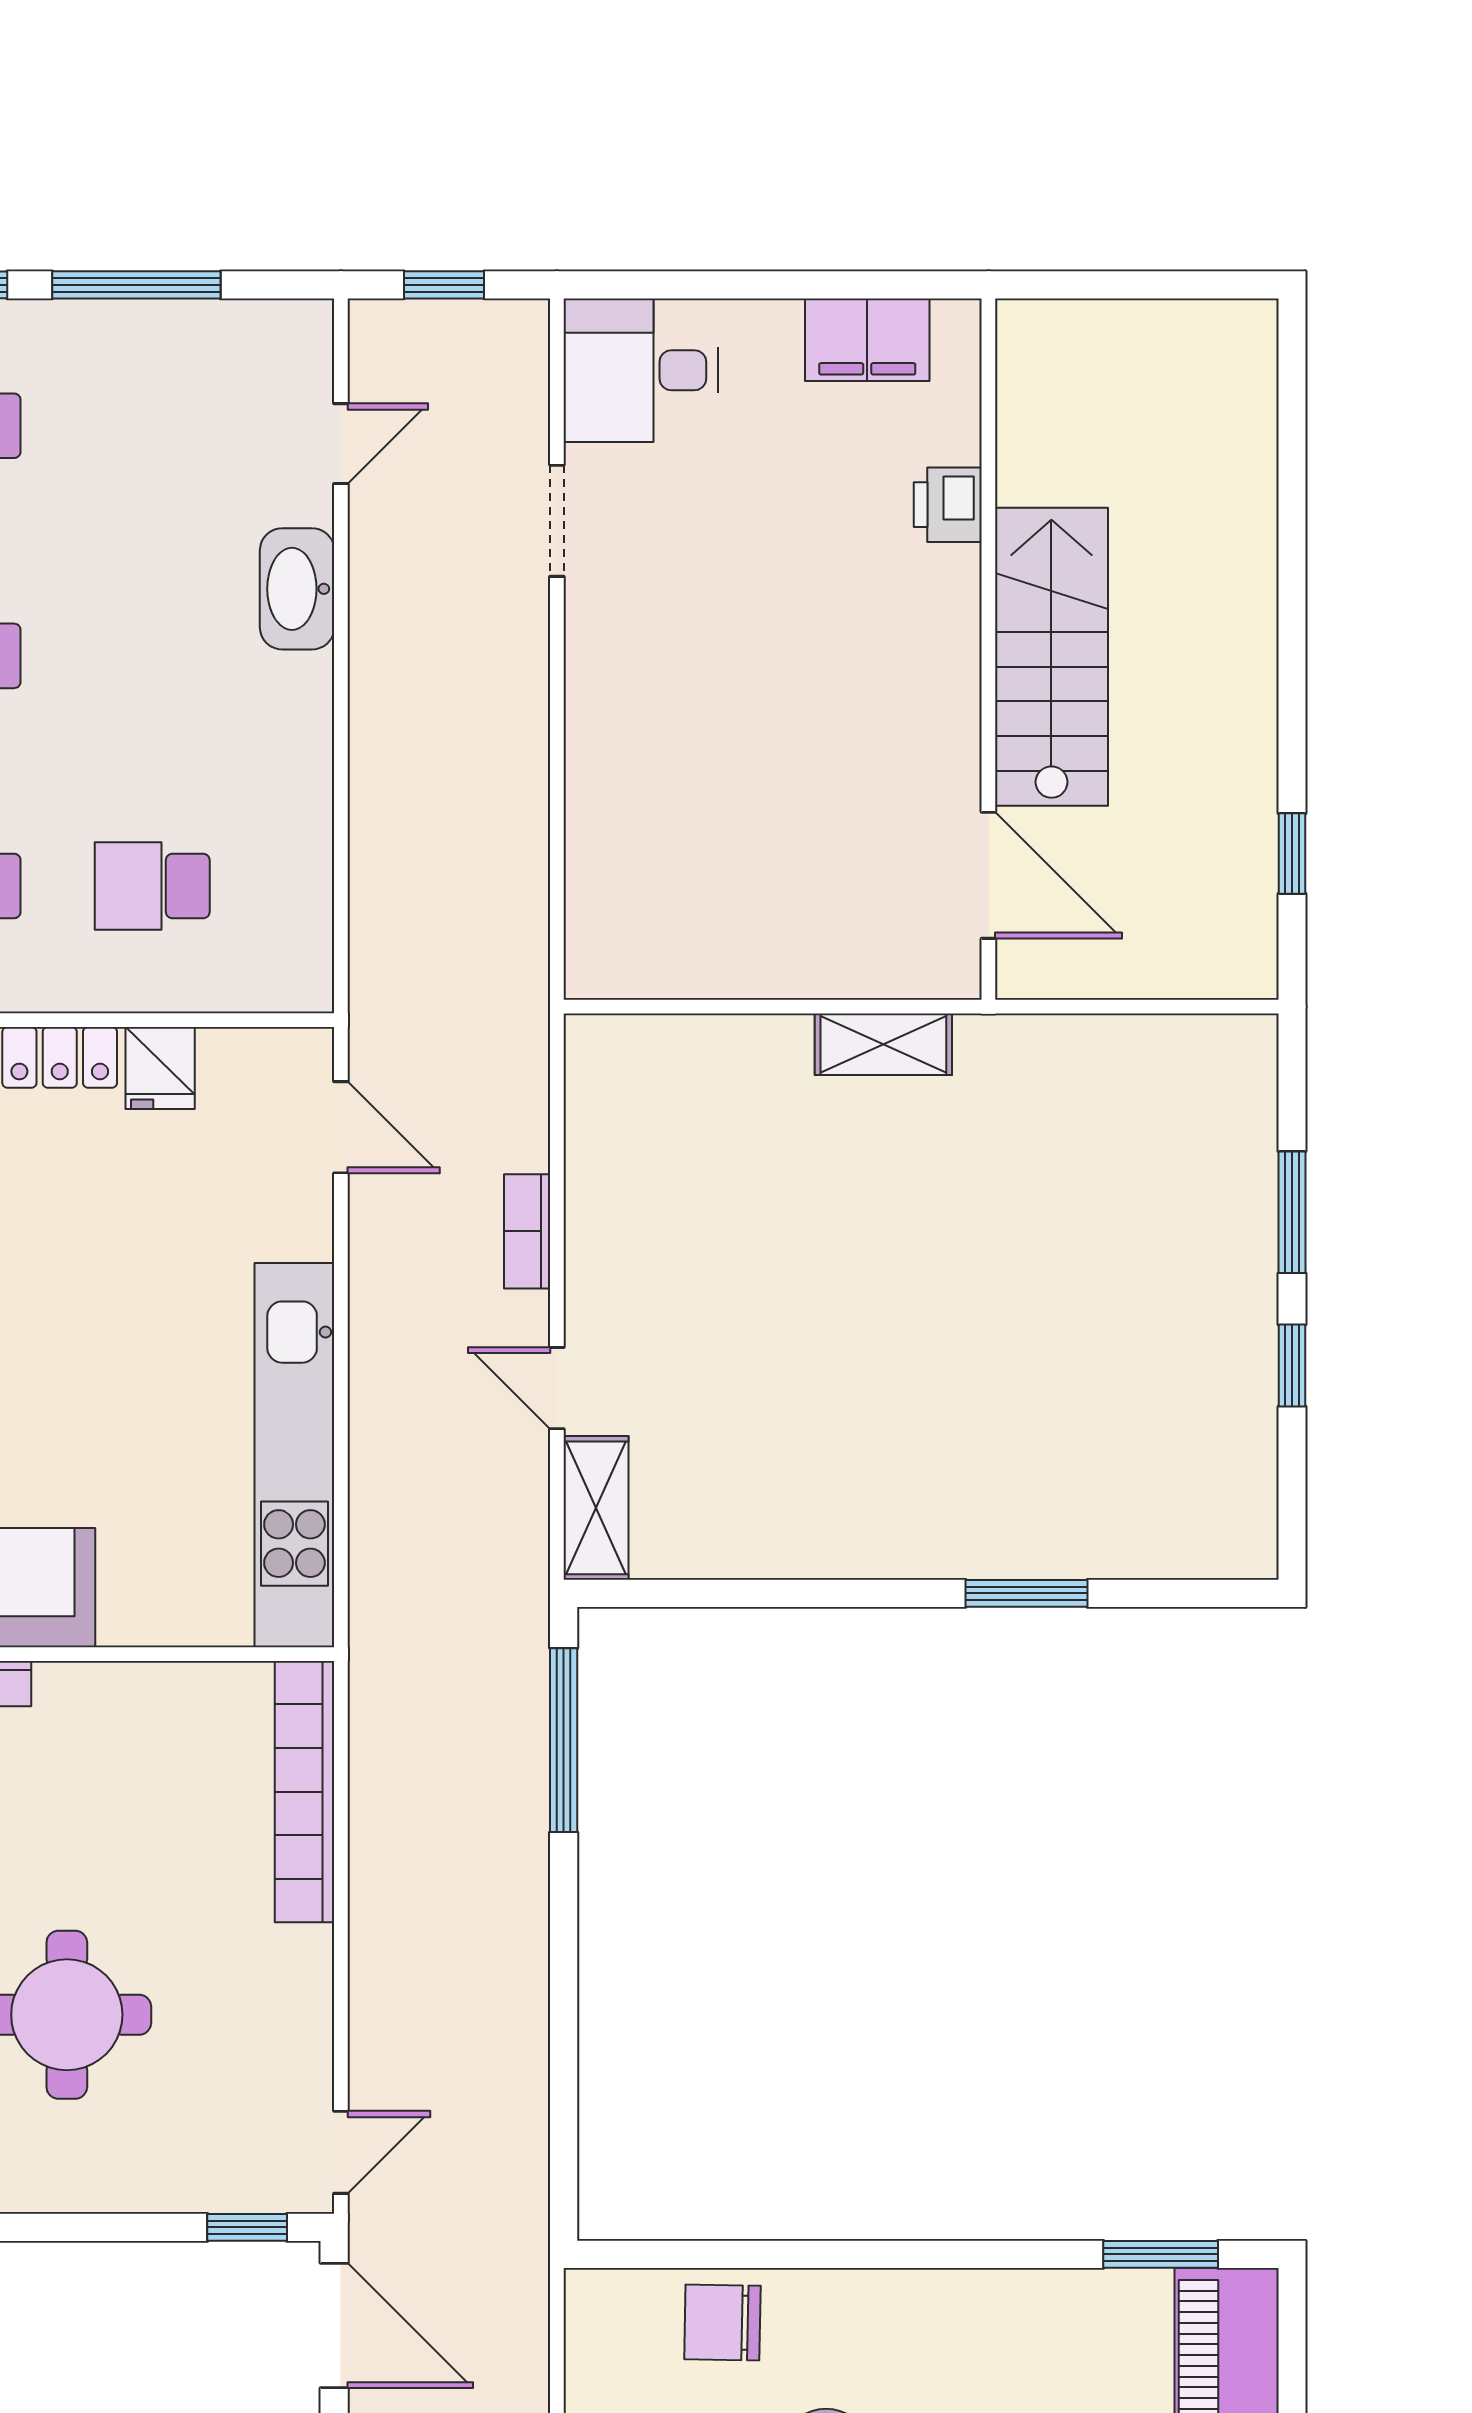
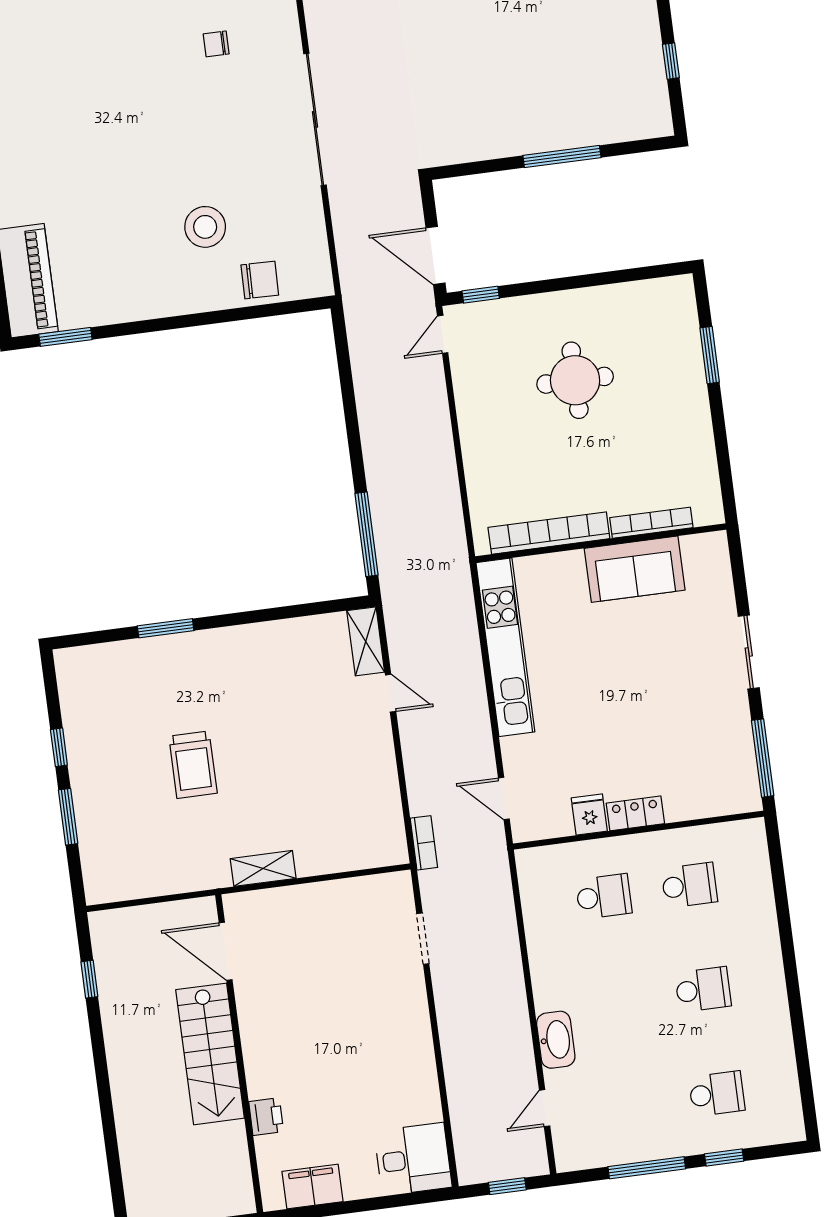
doorway: (557, 521) -> (423, 939), moved
bookcase: (527, 1231) -> (424, 843), moved
trolley: (1006, 1289) -> (193, 765), added
bookcase: (305, 1792) -> (549, 533), moved, turned -90

